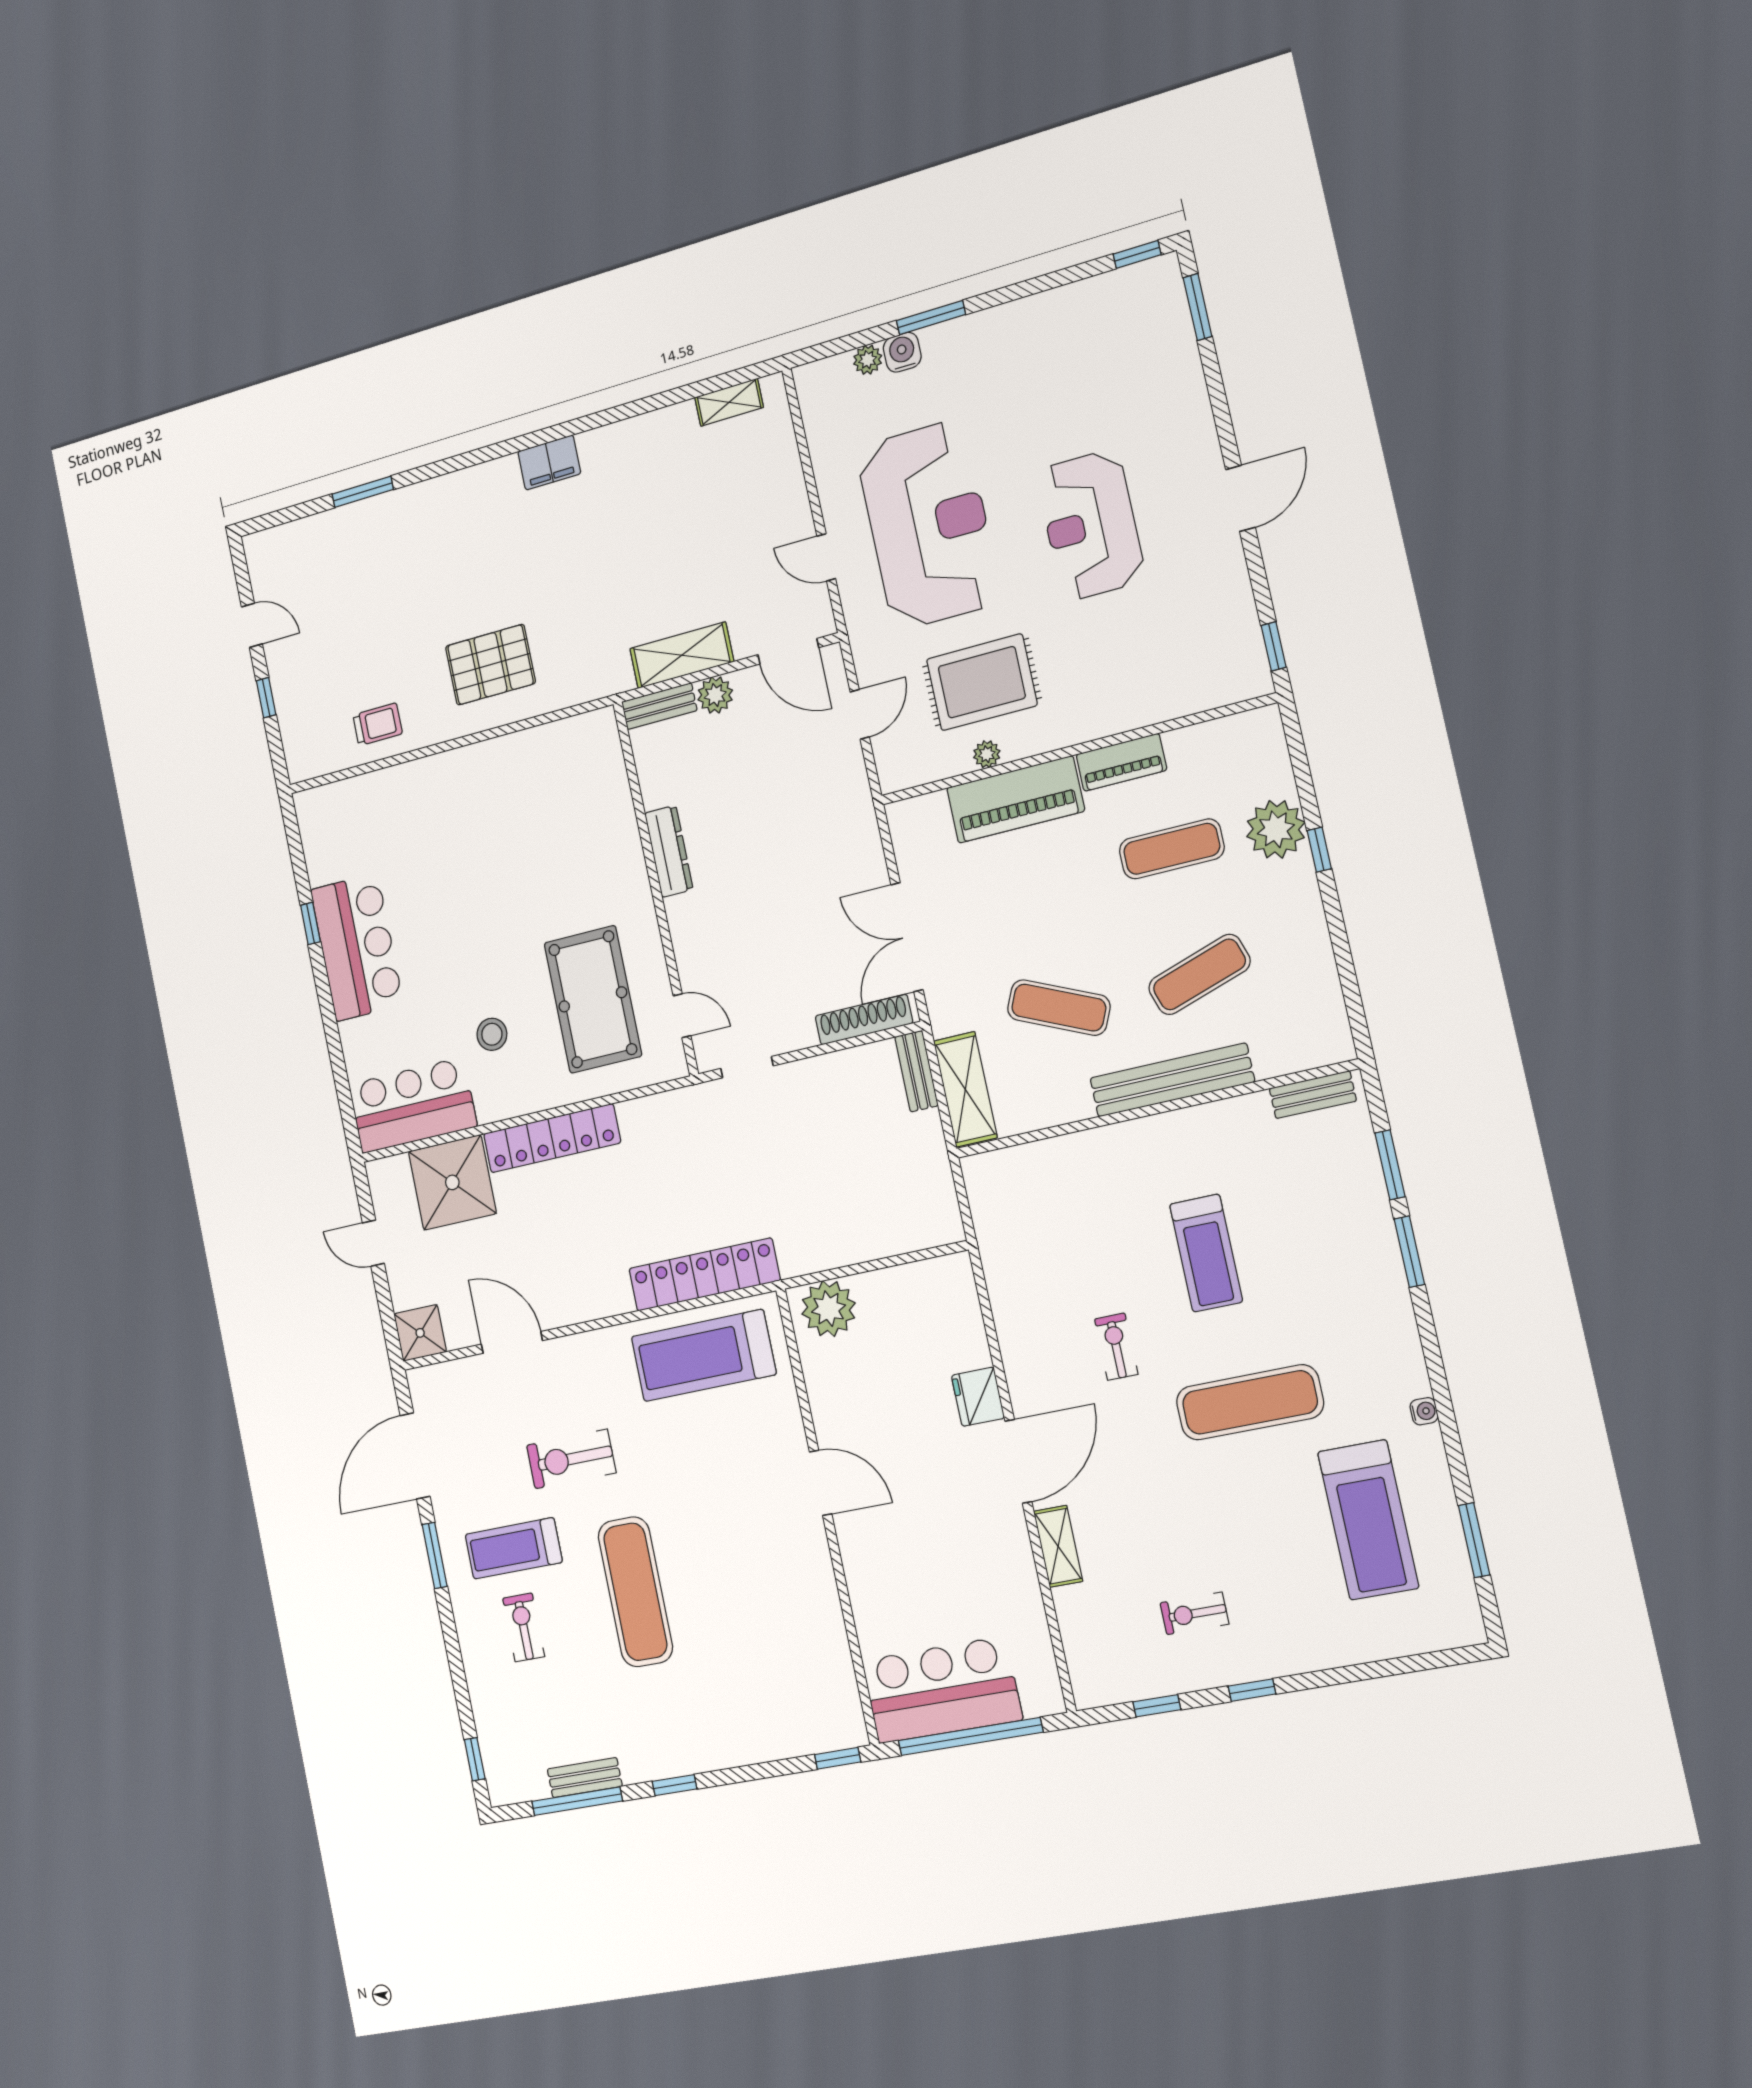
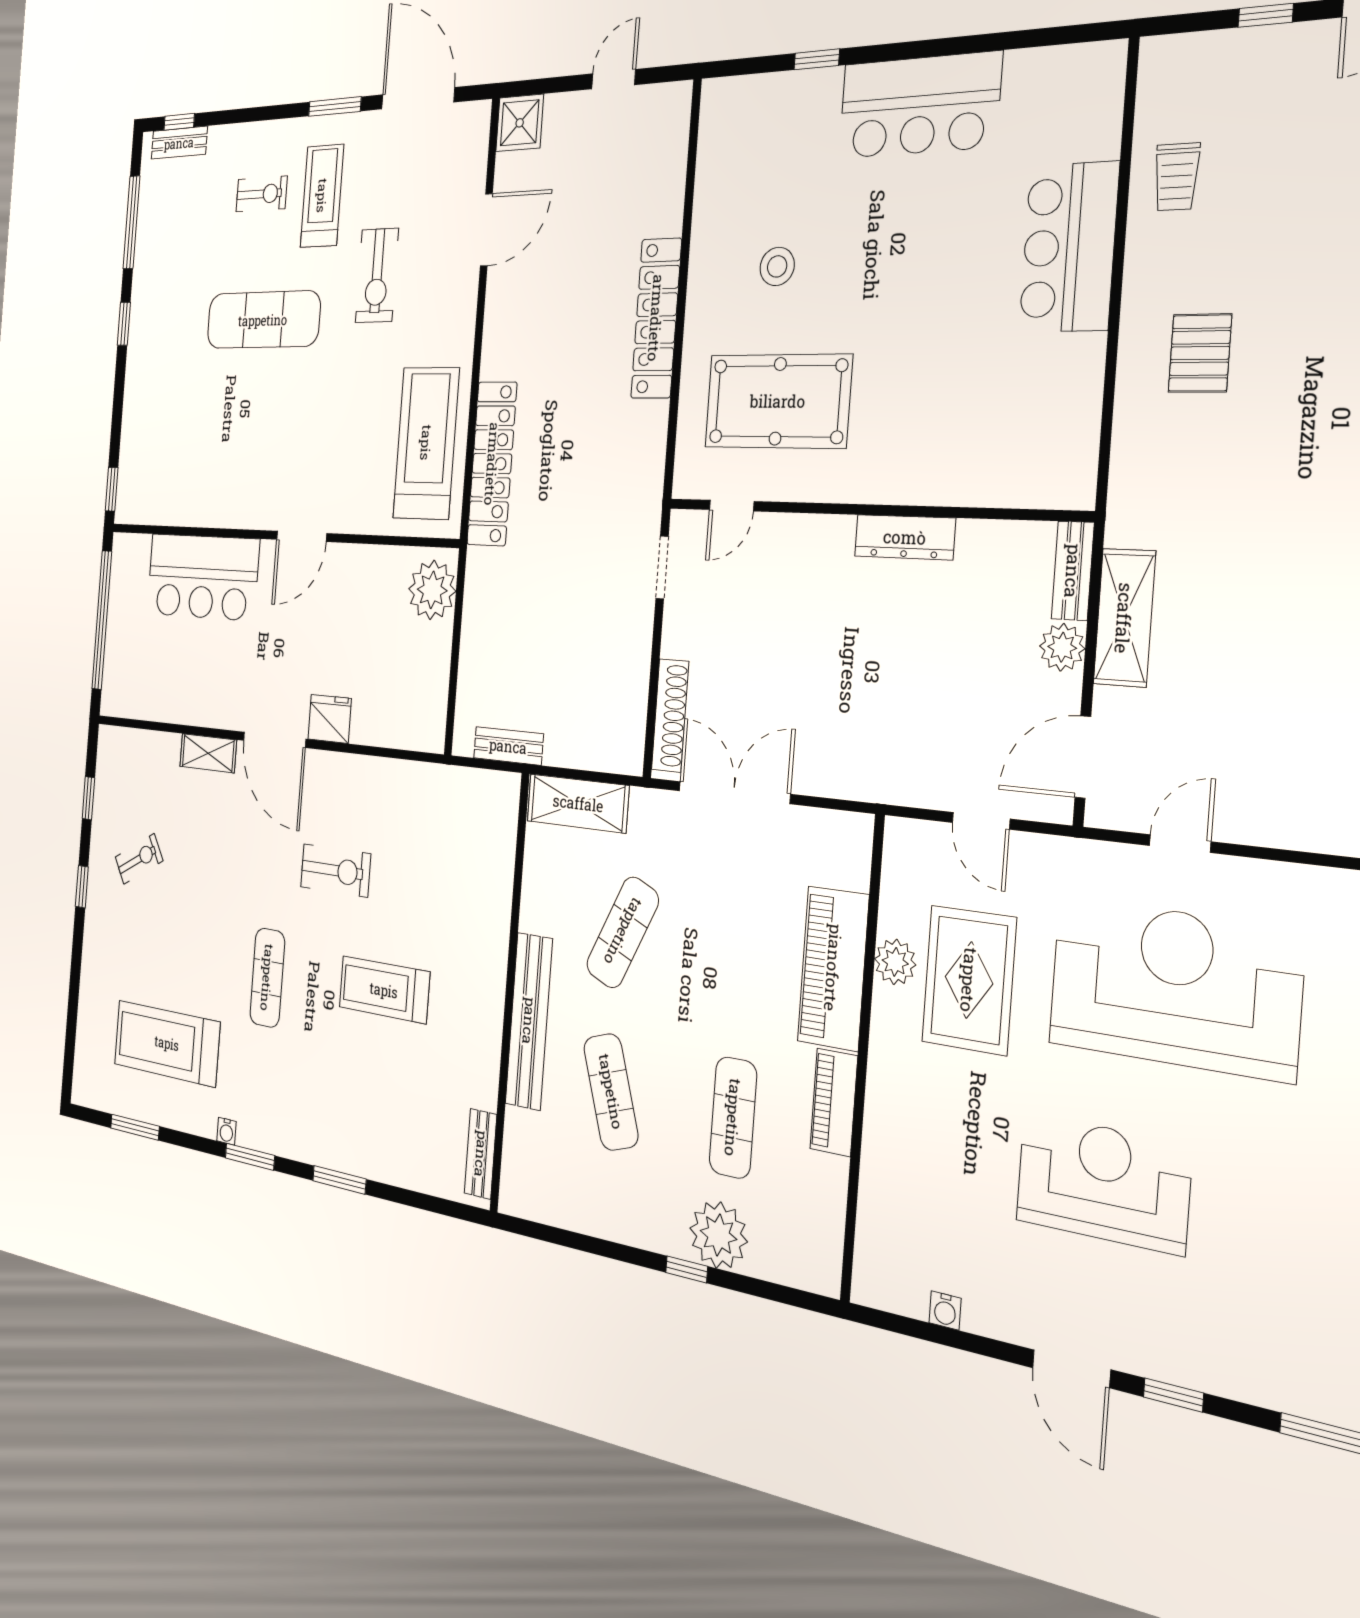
reception desk: (929, 525) -> (1174, 988), turned 180
water cooler: (1244, 612) -> (945, 1310), added
window: (1274, 646) -> (1173, 1395), moved
pallet: (490, 665) -> (1200, 353), width x0.67, depth x0.71
plant: (987, 754) -> (895, 962), width x1.38, depth x1.38
window: (310, 923) -> (817, 59), moved
bench: (916, 1071) -> (508, 746), moved
bar counter: (413, 1105) -> (1069, 247), moved, turned 180
window: (1390, 1165) -> (250, 1157), moved
shower: (452, 1182) -> (646, 188), removed
exercise bike: (1116, 1347) -> (335, 870), width x1.38, depth x1.39
exercise mat: (1250, 1402) -> (267, 978), width x0.73, depth x0.69
exercise bike: (571, 1459) -> (377, 275), turned 180
exercise bike: (1194, 1613) -> (139, 859), turned 60
bar counter: (942, 1690) -> (203, 577), moved, turned 90
bench: (585, 1778) -> (179, 143), moved, turned 90

